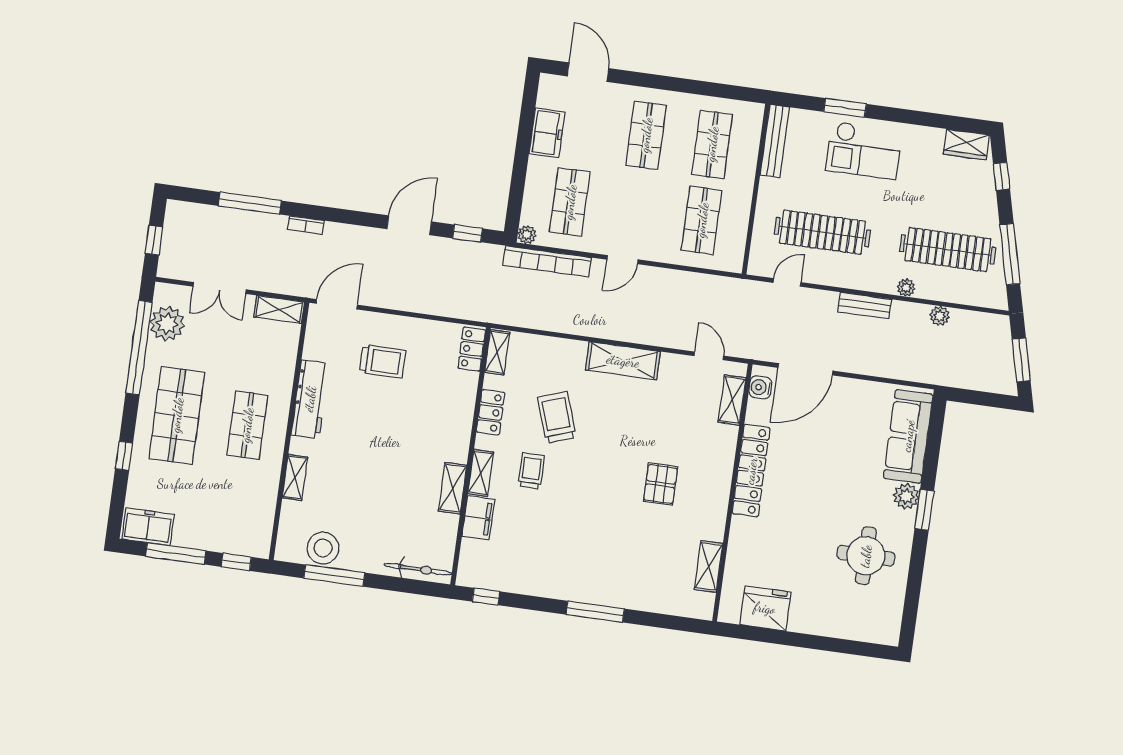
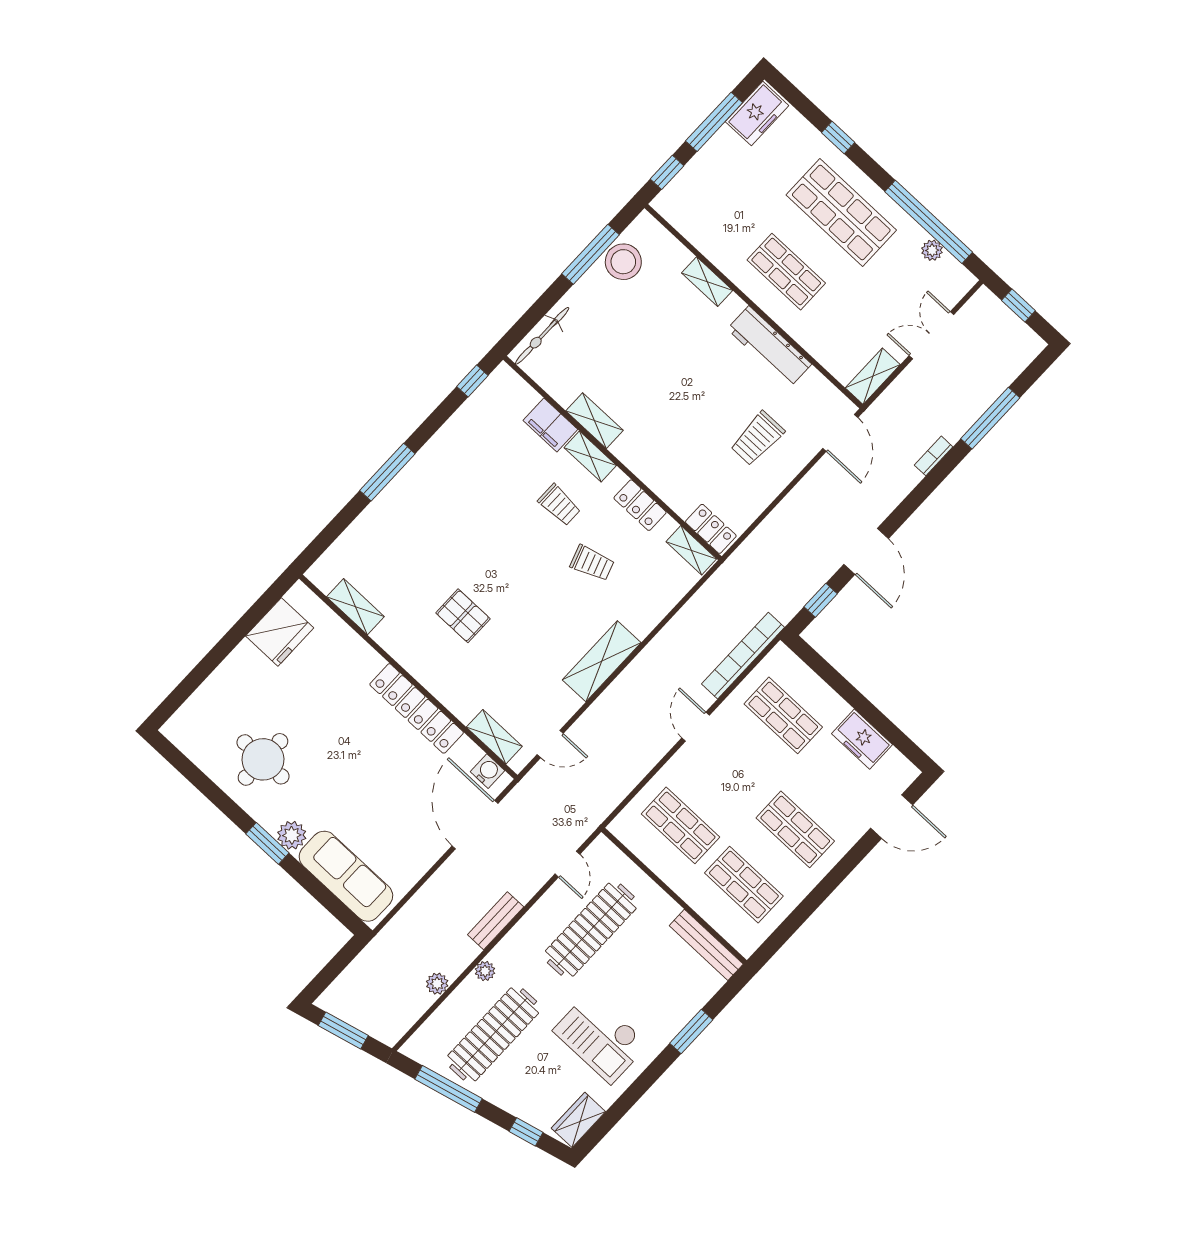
checkout: (864, 150) -> (601, 1037), moved, turned -90
plant: (527, 235) -> (781, 654), removed
plant: (167, 324) -> (932, 250), width x0.53, depth x0.53
trolley: (557, 417) -> (592, 563), width x0.73, depth x0.72

